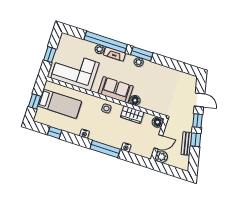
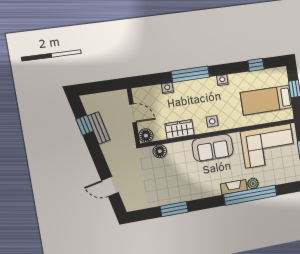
window: (142, 54) -> (174, 209), moved
plant: (139, 62) -> (203, 193), removed
floor lamp: (135, 100) -> (160, 151), moved
window: (197, 121) -> (100, 161), removed
window: (196, 140) -> (85, 125), moved
door: (158, 142) -> (133, 113), swing flipped
plant: (161, 157) -> (120, 98), removed

